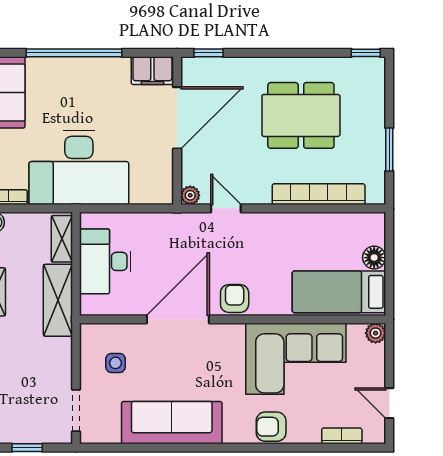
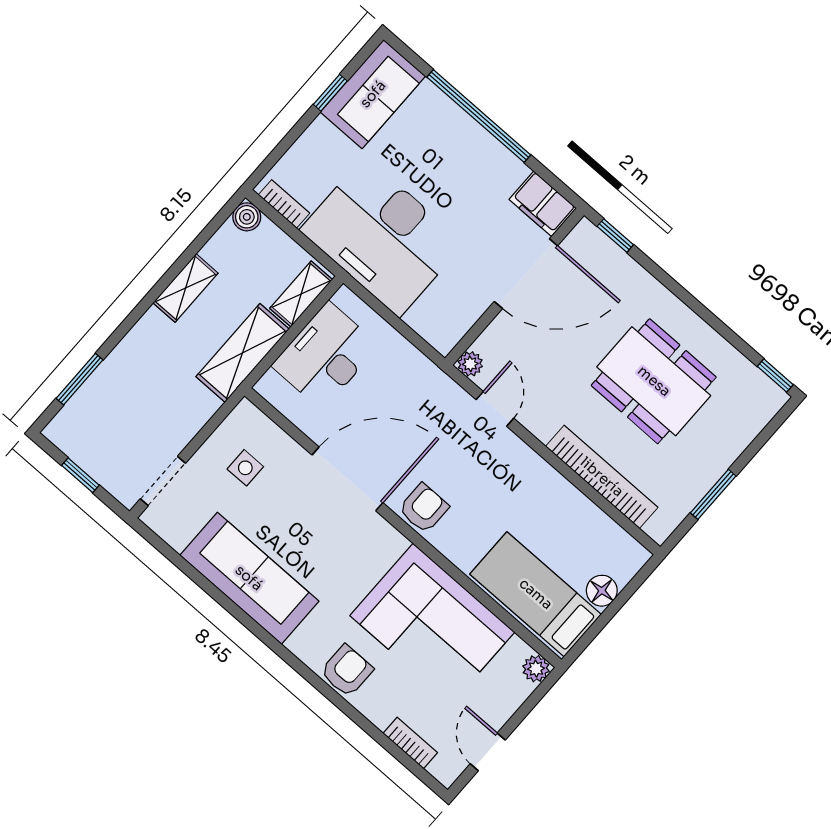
armchair: (271, 427) -> (347, 671), turned 90

